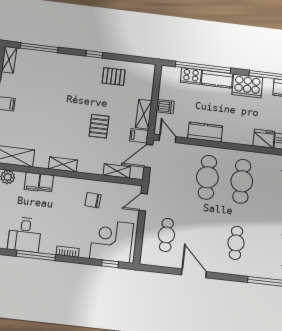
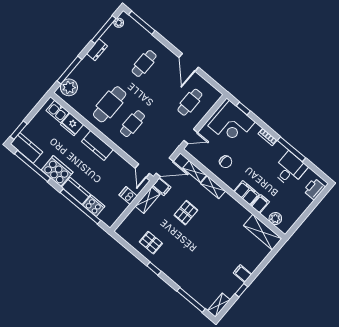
kitchen counter: (205, 132) -> (97, 146), moved
shelving: (63, 164) -> (213, 187), moved
cafe table: (207, 177) -> (132, 124), width x0.73, depth x0.74
filing cabinet: (46, 183) -> (247, 193), width x2.00

